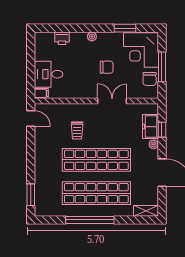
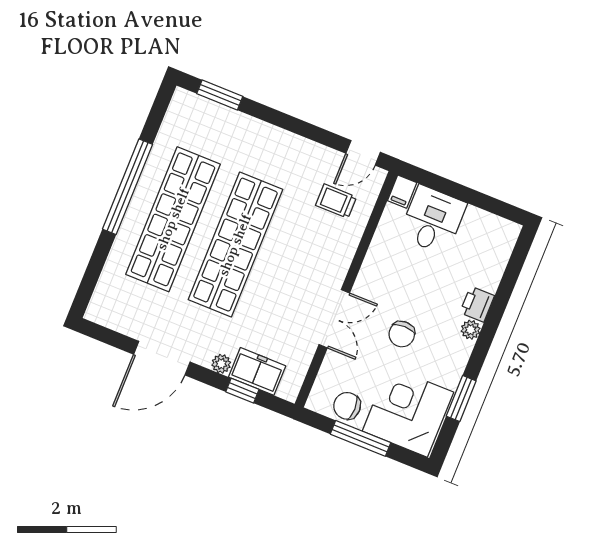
printer: (62, 38) -> (477, 304), moved
trolley: (77, 130) -> (336, 201), moved
shelving: (146, 211) -> (102, 299), removed

